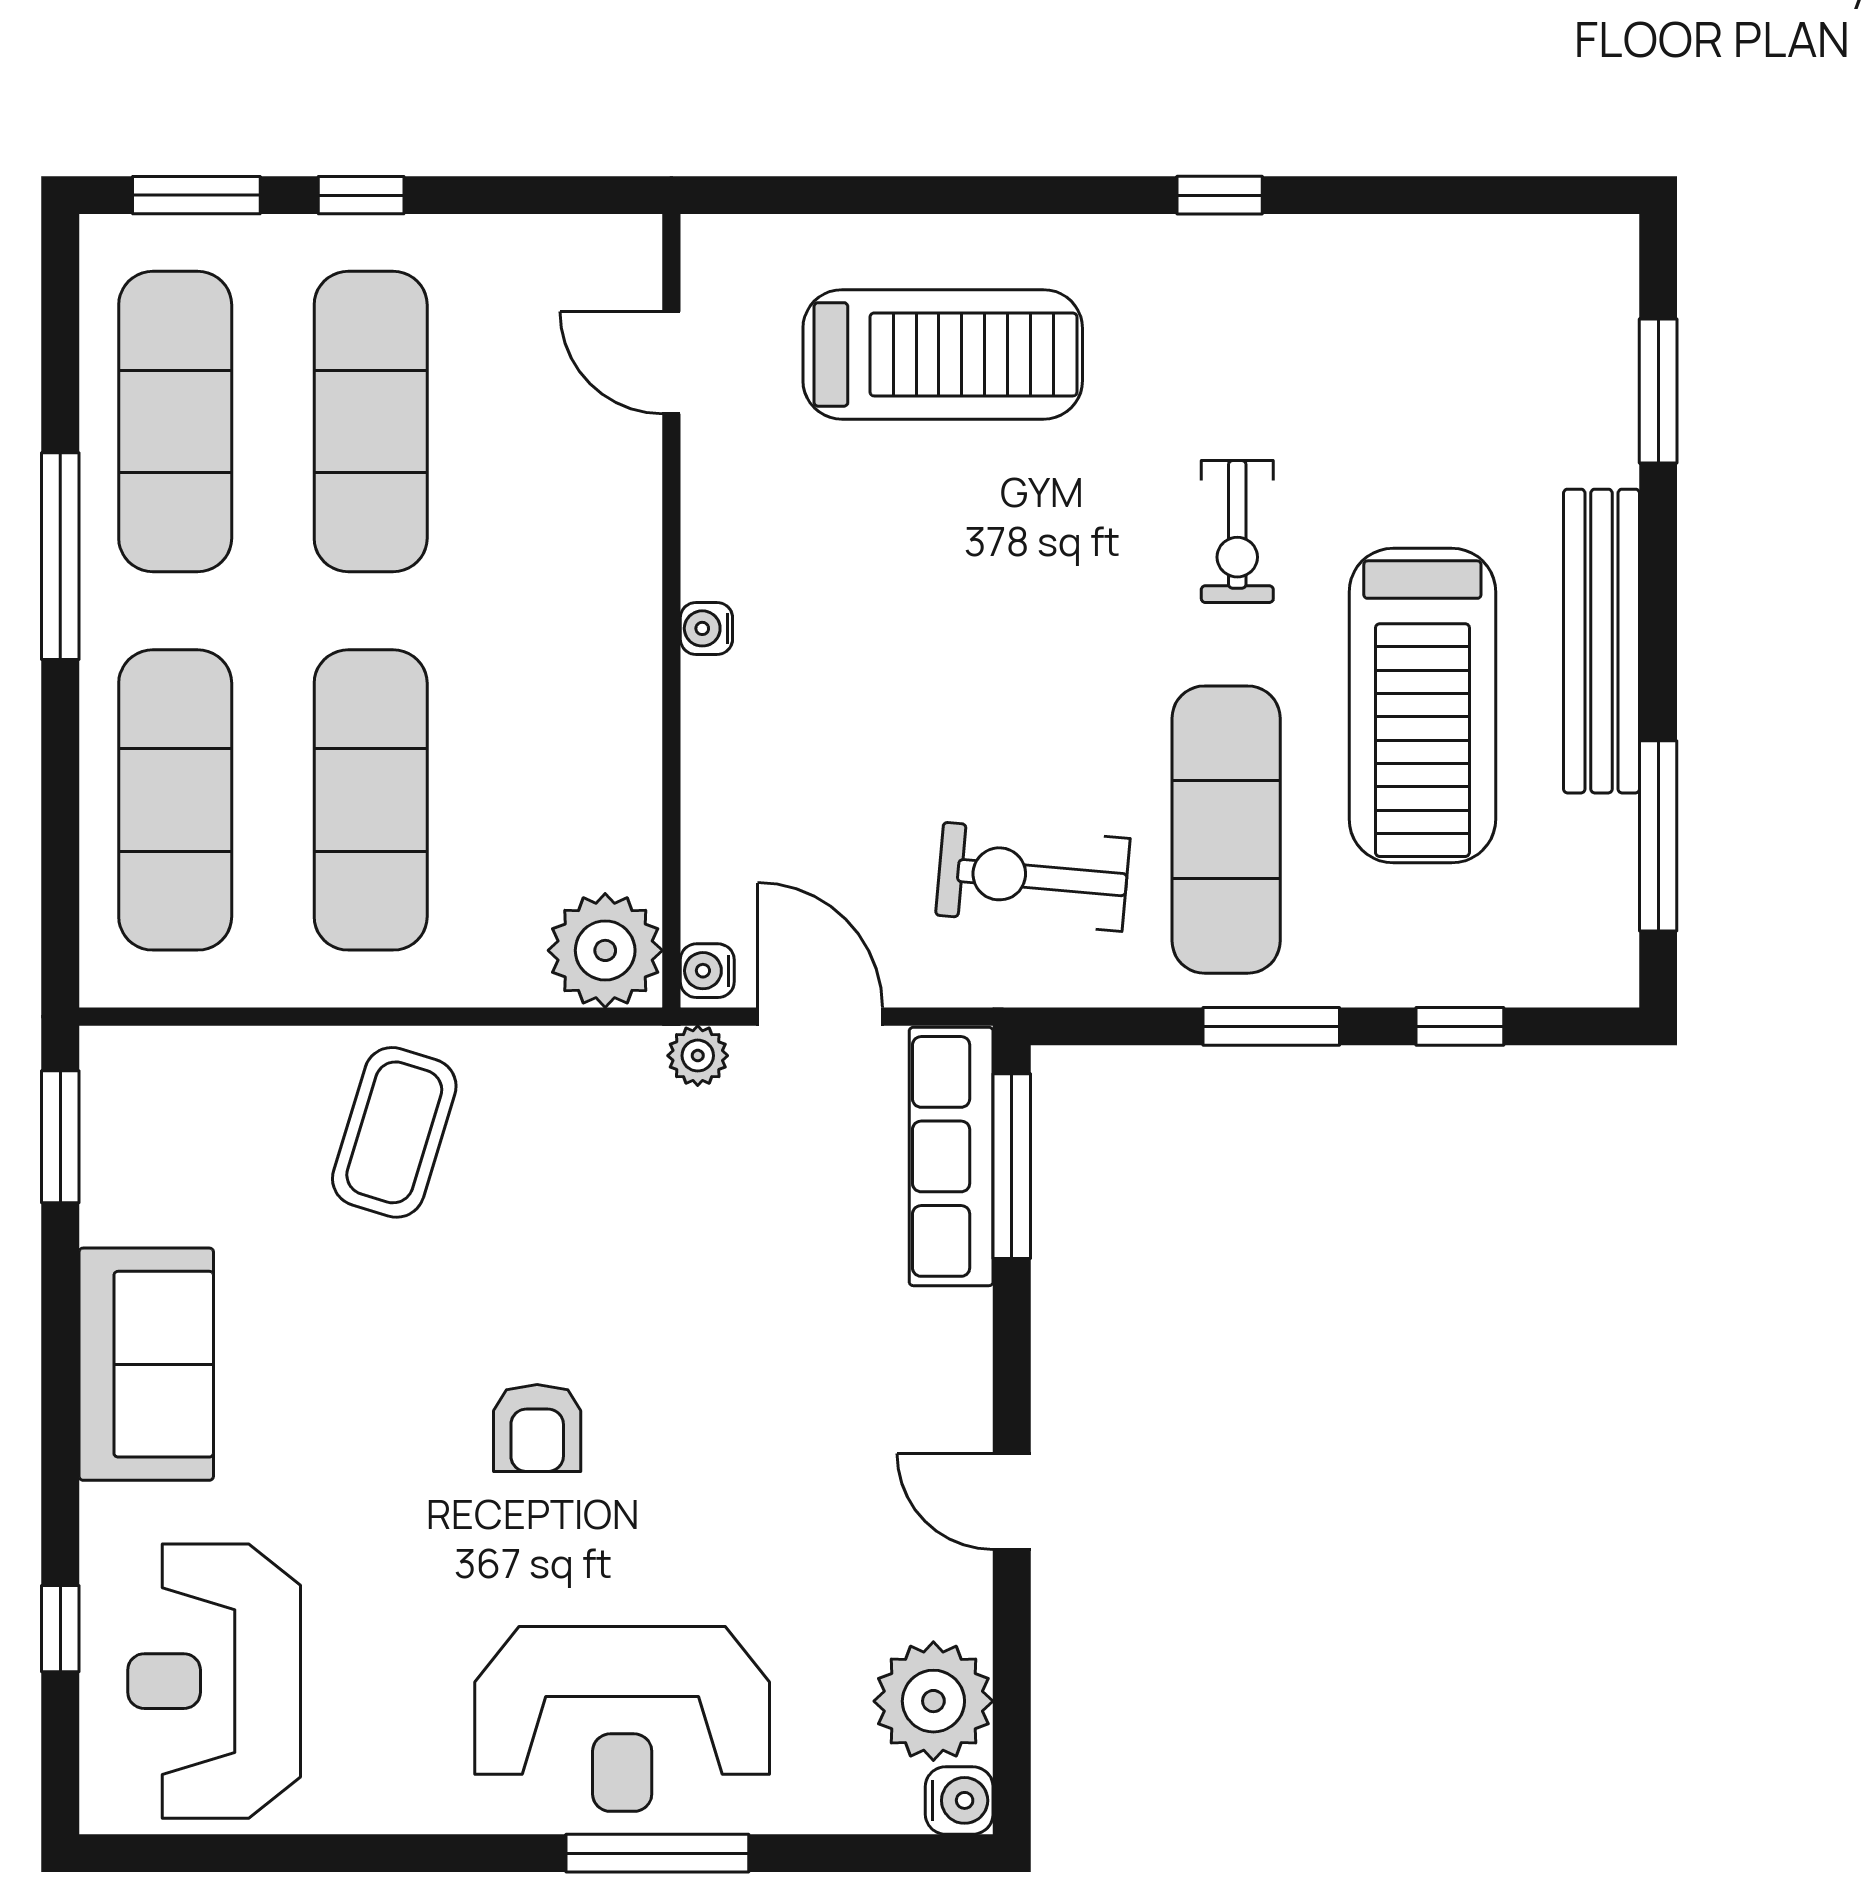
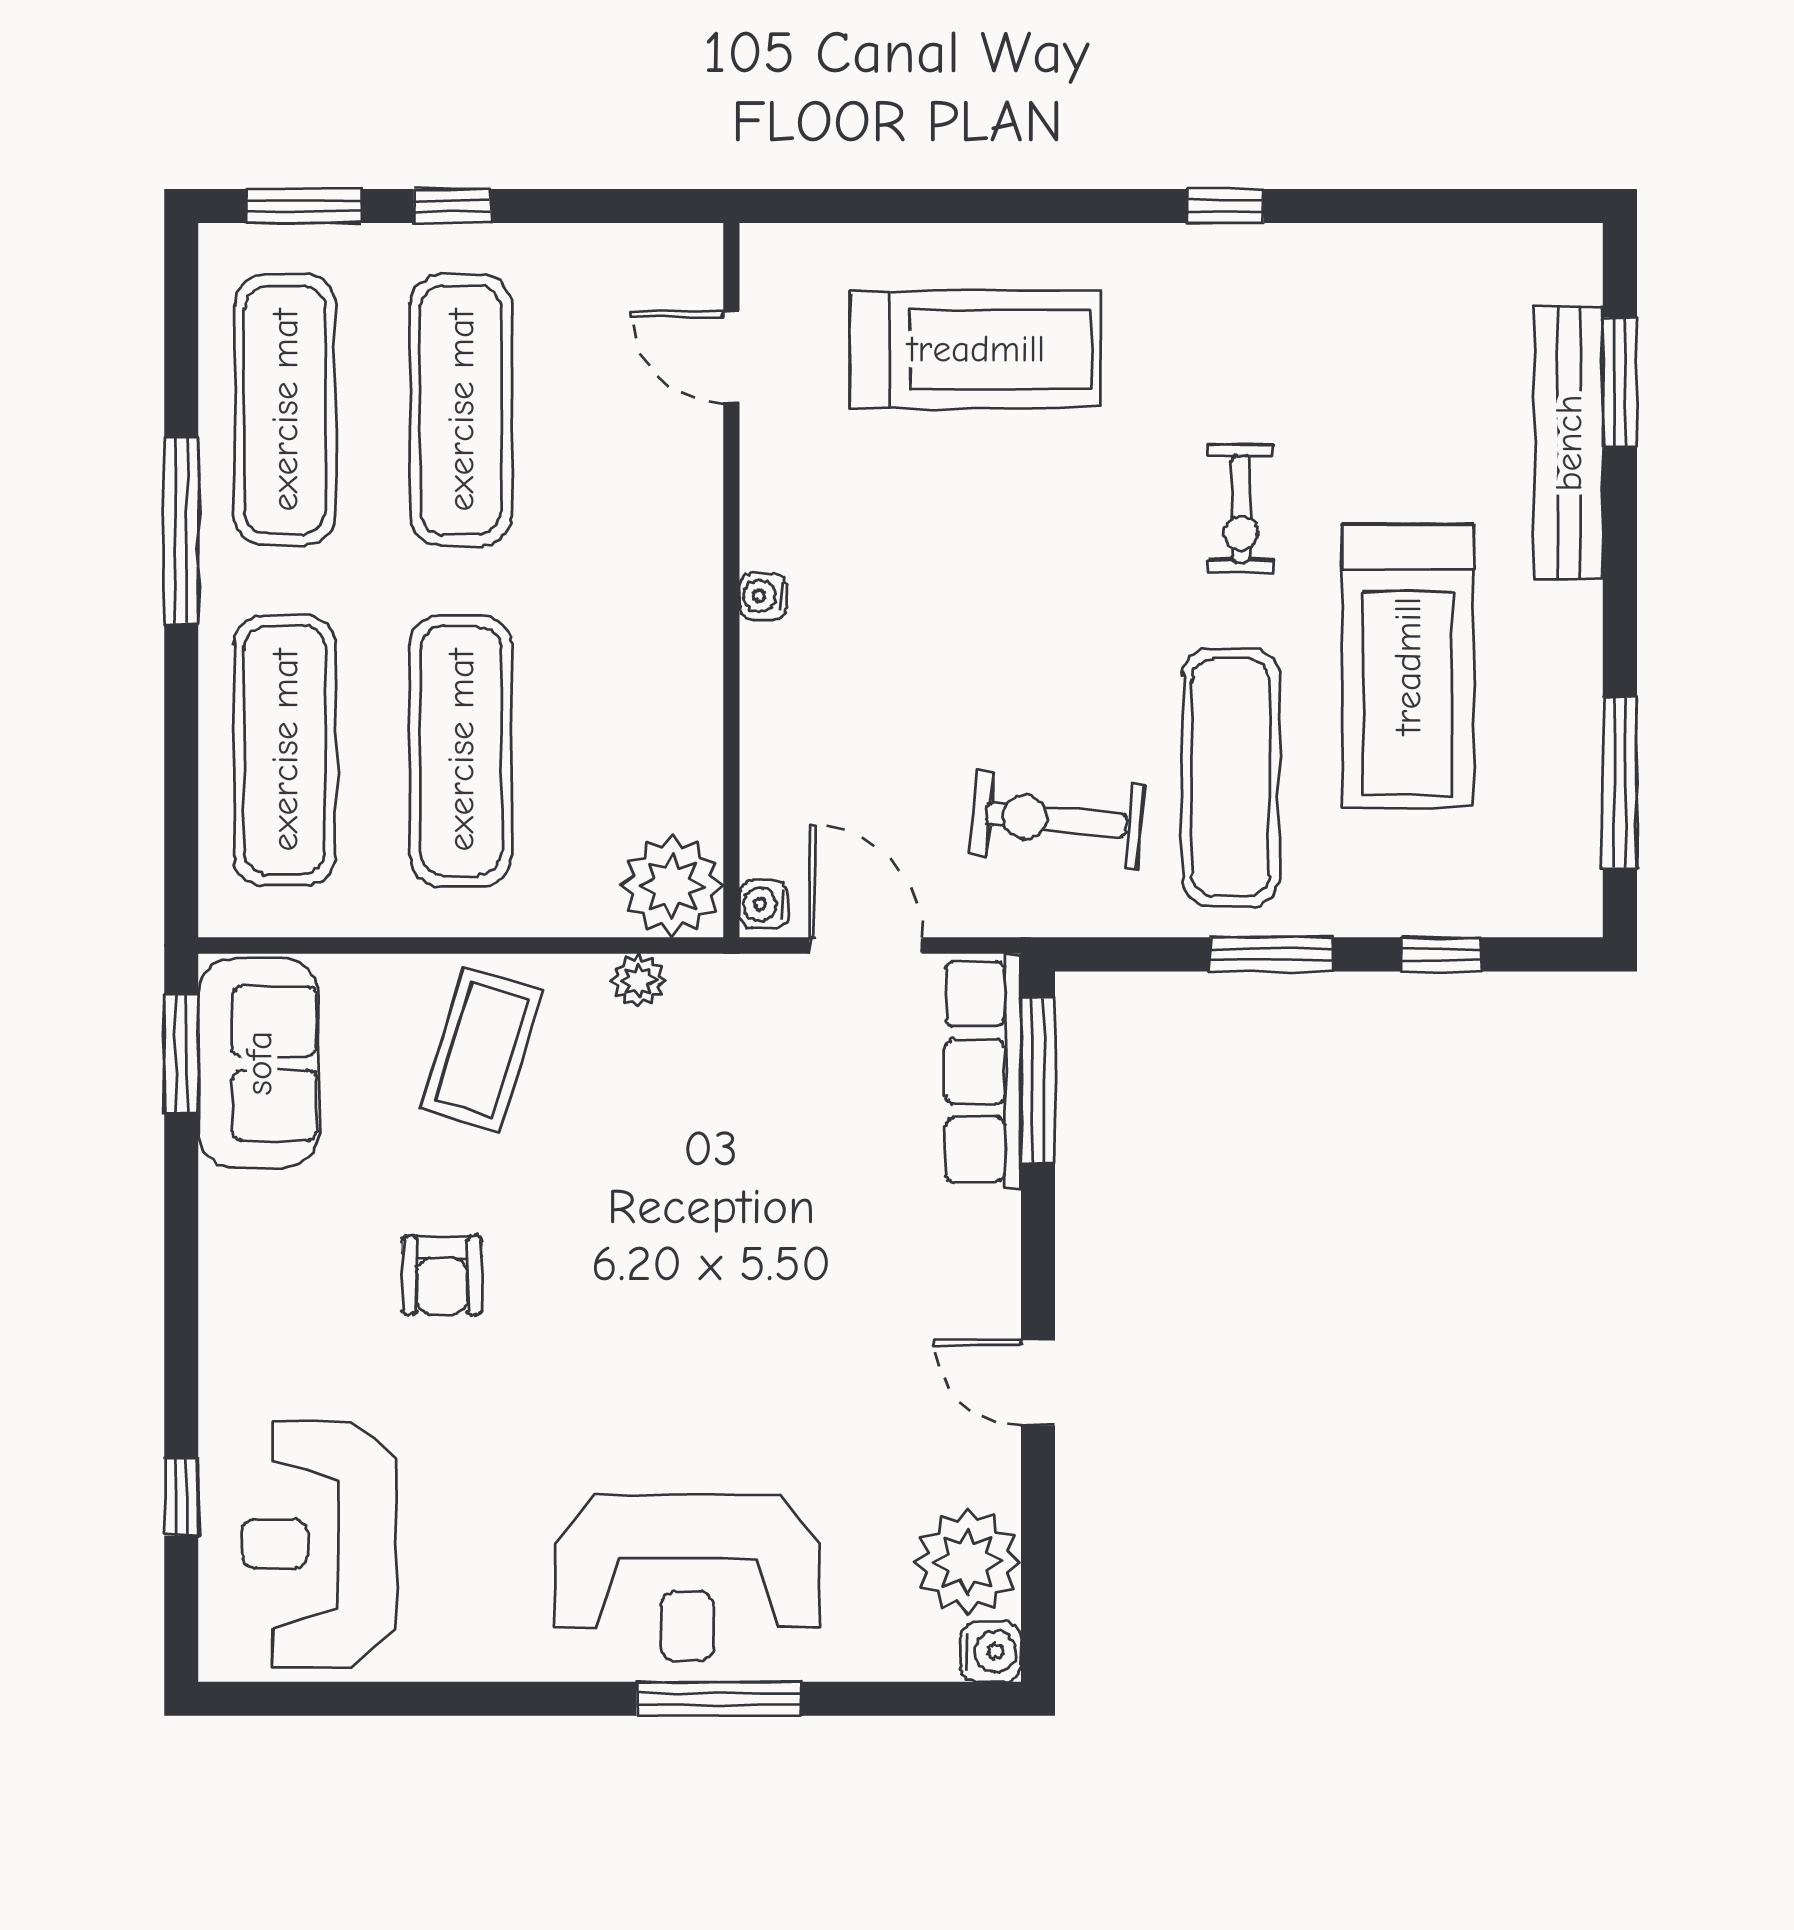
bench: (1602, 641) -> (1569, 443), moved
plant: (698, 1056) -> (639, 981), moved
sofa: (146, 1364) -> (259, 1063), moved
armchair: (537, 1428) -> (442, 1275), moved

